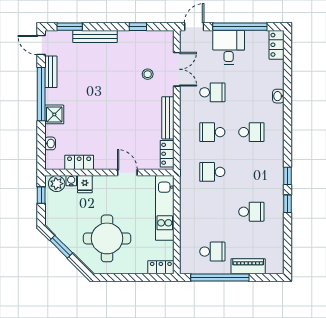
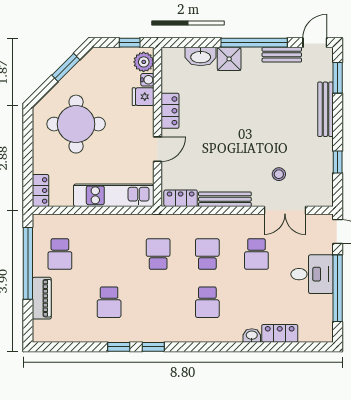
locker: (277, 45) -> (280, 333), moved
washbasin: (50, 143) -> (201, 57), width x1.91, depth x1.45
locker: (79, 162) -> (170, 111), moved

